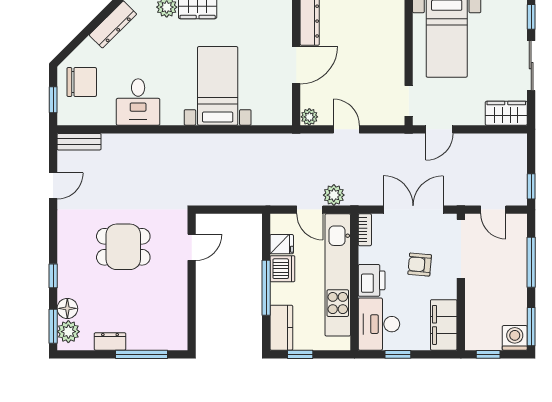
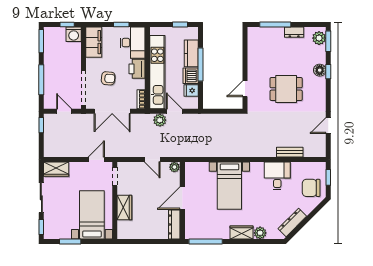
wardrobe: (393, 49) -> (124, 208), added
bench: (79, 142) -> (290, 152), moved
floor lamp: (67, 308) -> (320, 70), moved
kitchen counter: (281, 328) -> (191, 53), moved
washing machine: (515, 338) -> (74, 34), moved

